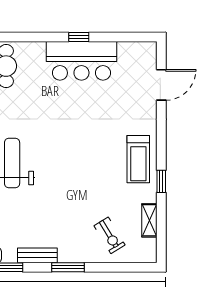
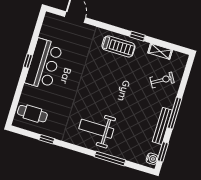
bench: (37, 255) -> (162, 126), width x1.36
window: (68, 267) -> (175, 113), width x1.44

